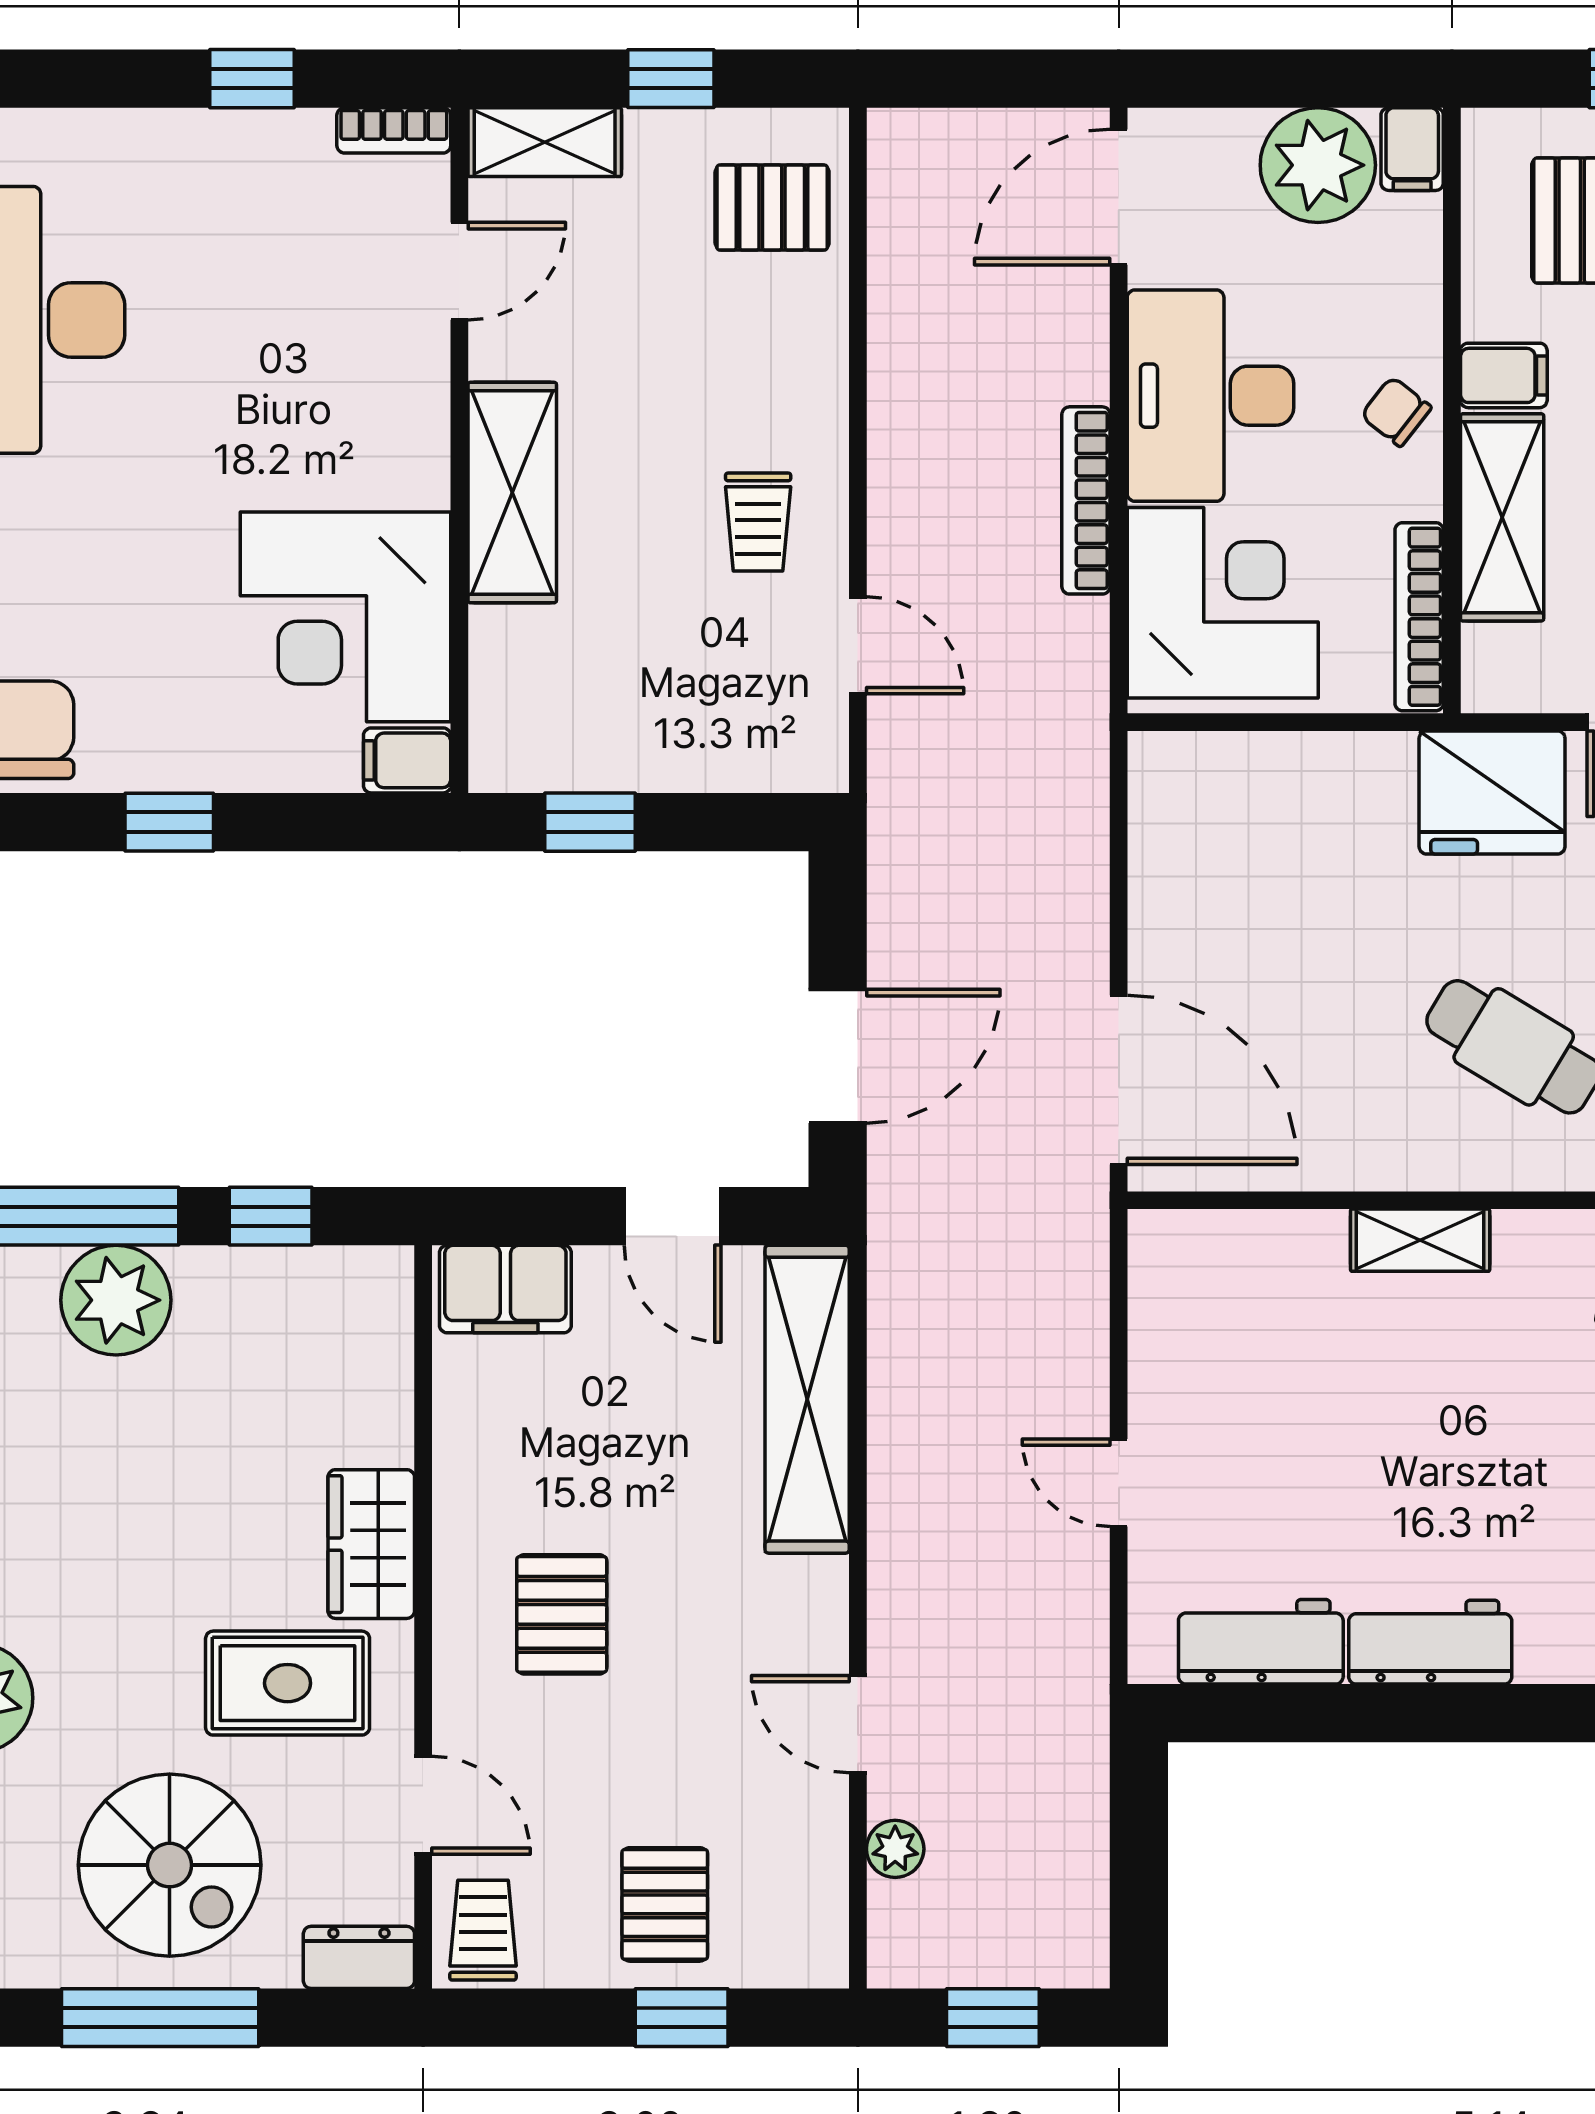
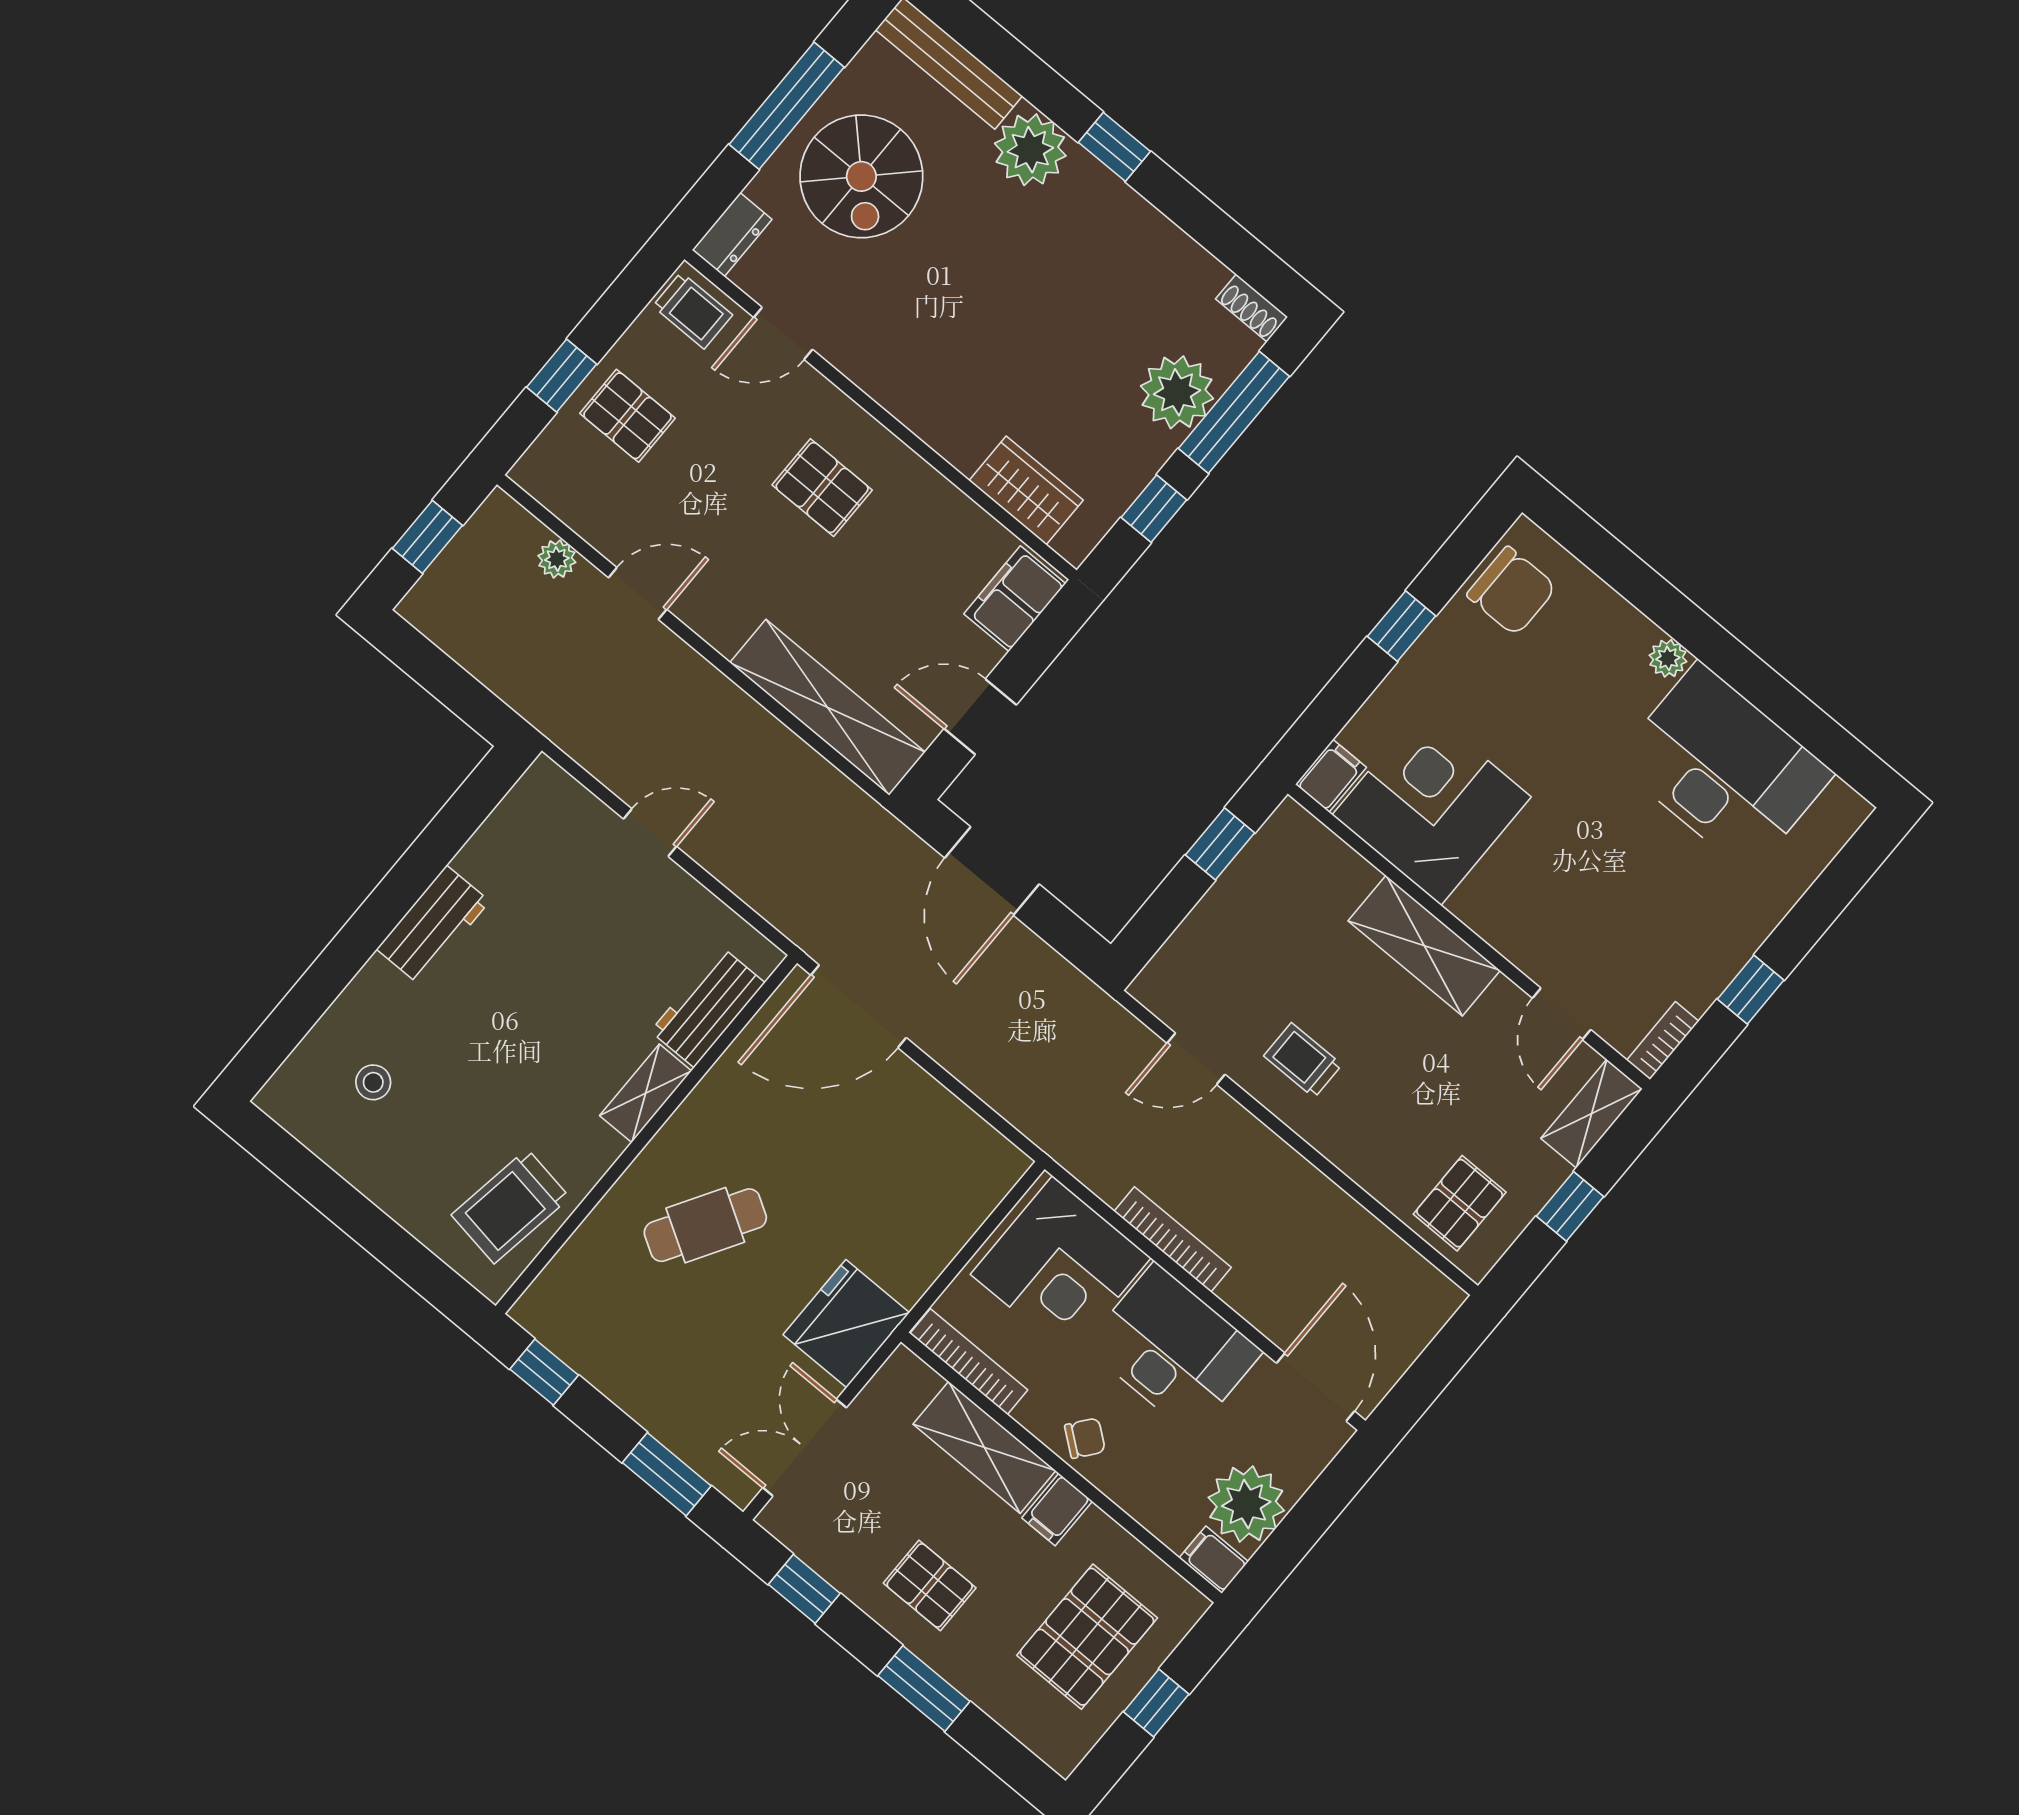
wardrobe: (371, 1544) -> (1026, 490), moved
workbench: (1261, 1642) -> (708, 1007), moved, turned 180
rug: (288, 1683) -> (905, 316), removed
spiral stairs: (170, 1865) -> (861, 176), turned -90

